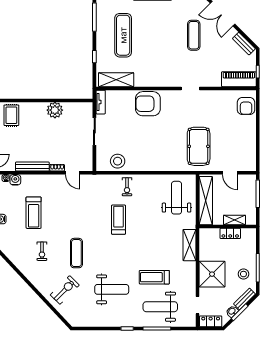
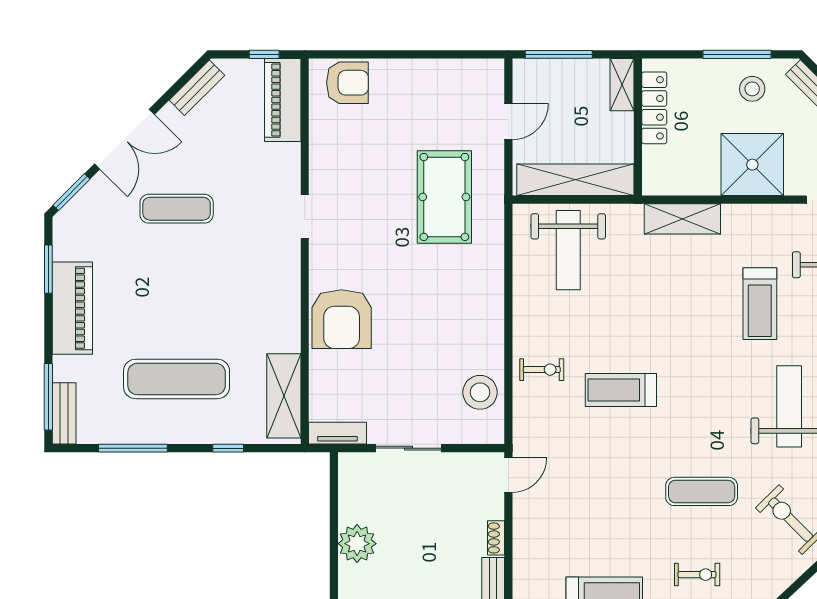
pool table: (199, 146) -> (444, 197), turned 90
door: (73, 173) -> (508, 475), moved
weight bench: (177, 198) -> (568, 250), turned -90
shelving: (234, 220) -> (622, 85), moved
locker: (230, 233) -> (654, 108), width x1.53

